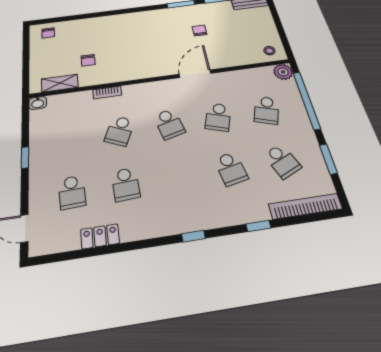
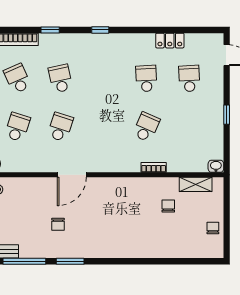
chair: (48, 33) -> (213, 228), moved
school desk: (169, 124) -> (103, 127), removed

